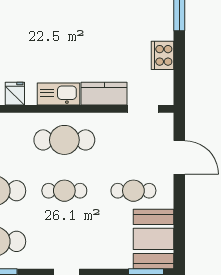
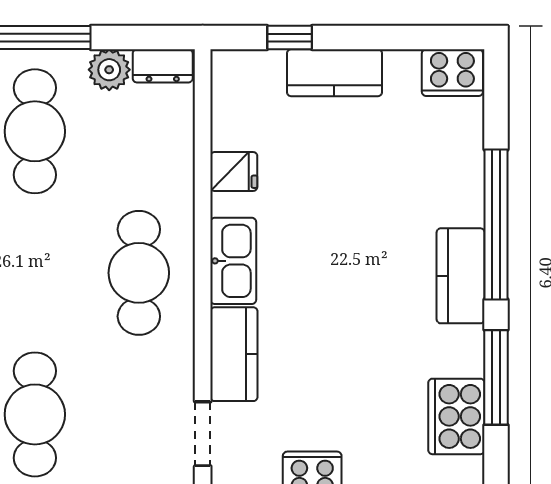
cafe table: (64, 191) -> (35, 273), removed
cafe table: (133, 191) -> (35, 414), width x1.37, depth x1.35

